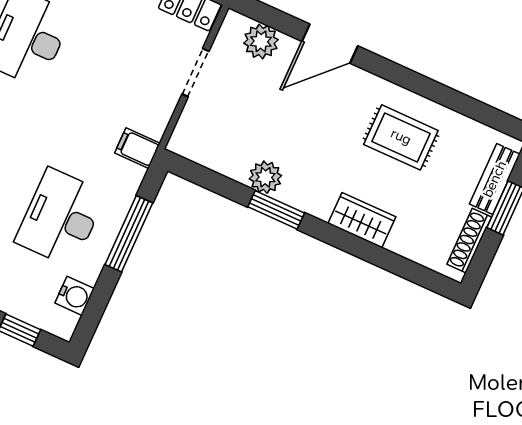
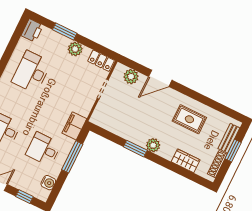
filing cabinet: (137, 148) -> (74, 126), width x2.00
plant: (265, 177) -> (153, 145), moved
desk: (61, 218) -> (43, 149), width x0.73
wardrobe: (362, 220) -> (186, 161), moved

